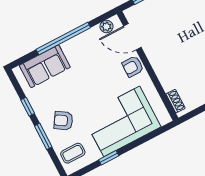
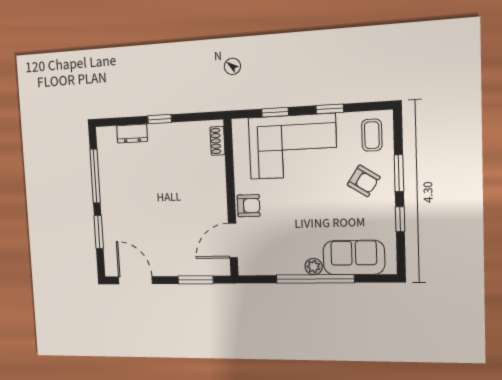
plant: (106, 27) -> (314, 267), moved
door: (132, 37) -> (233, 241), swing flipped
window: (145, 139) -> (275, 112), added
coffee table: (73, 153) -> (372, 135), turned 90

